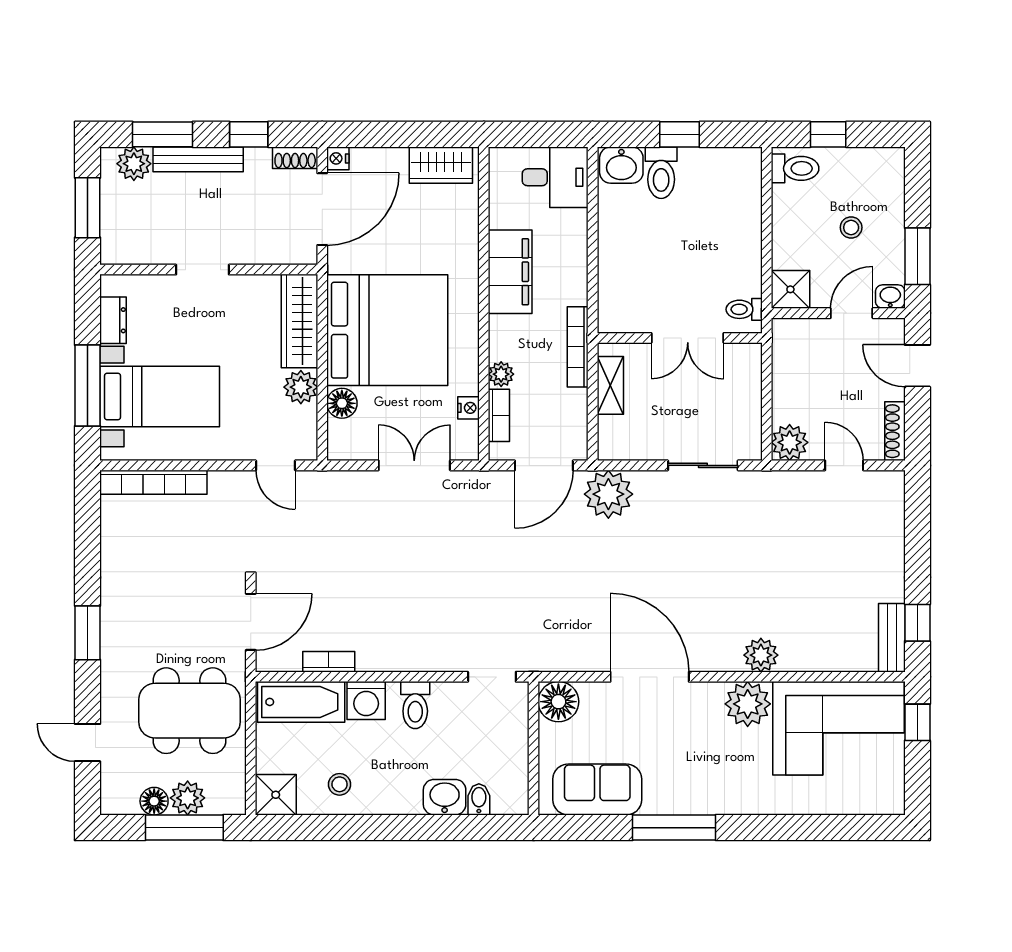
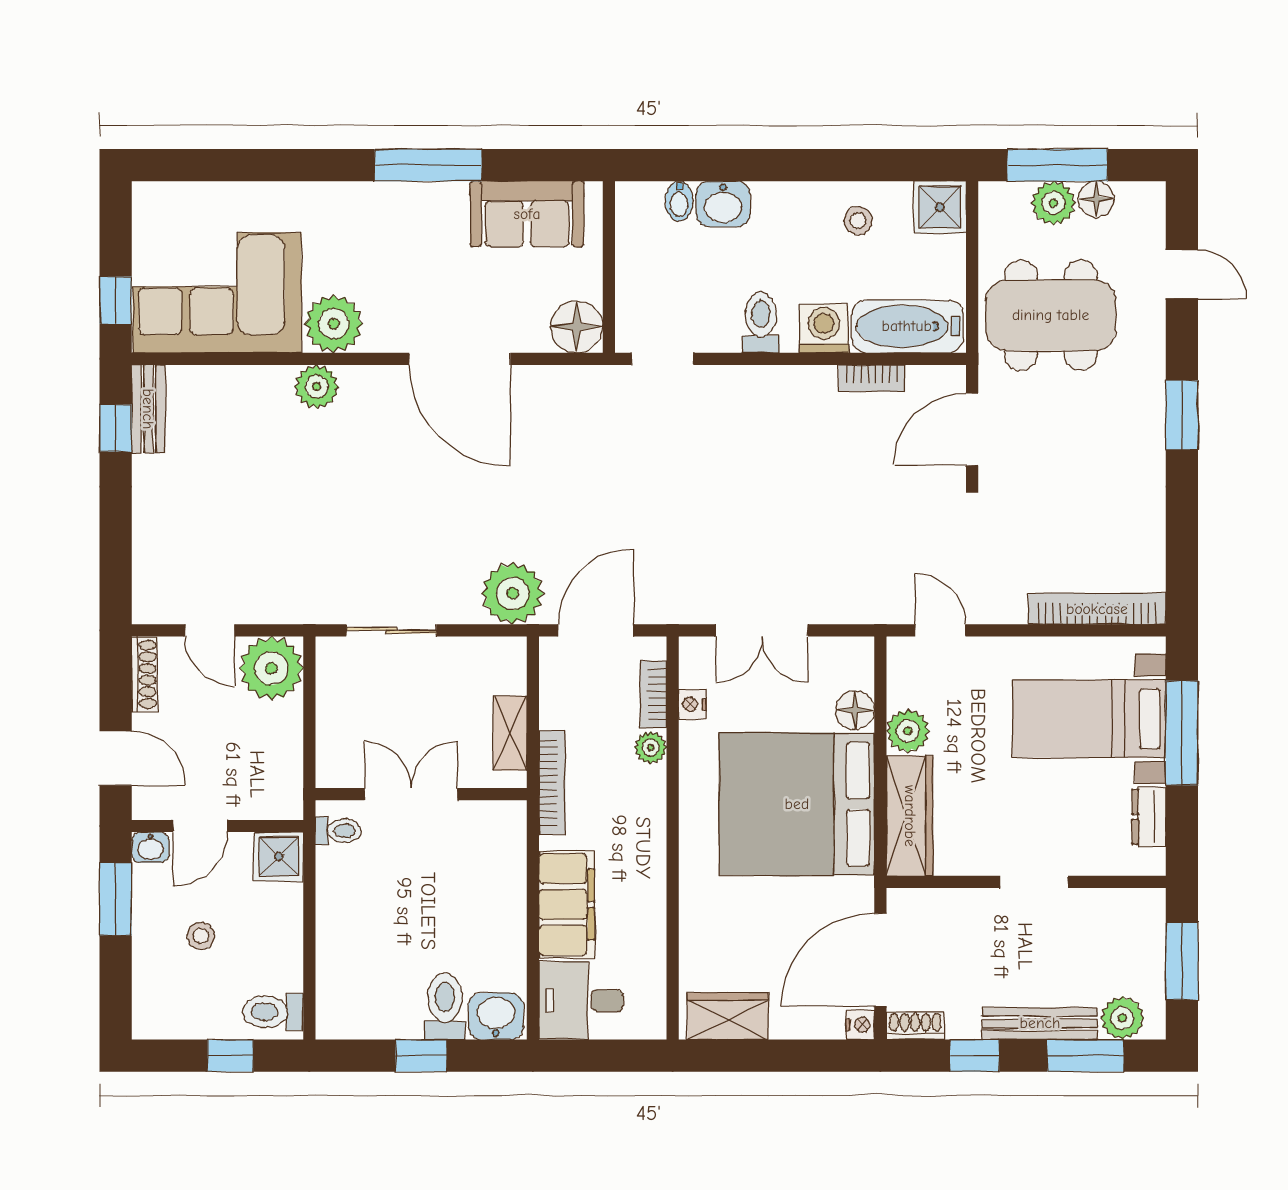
filing cabinet: (510, 272) -> (567, 905), moved, turned 180
plant: (790, 442) -> (271, 668), width x1.36, depth x1.36

